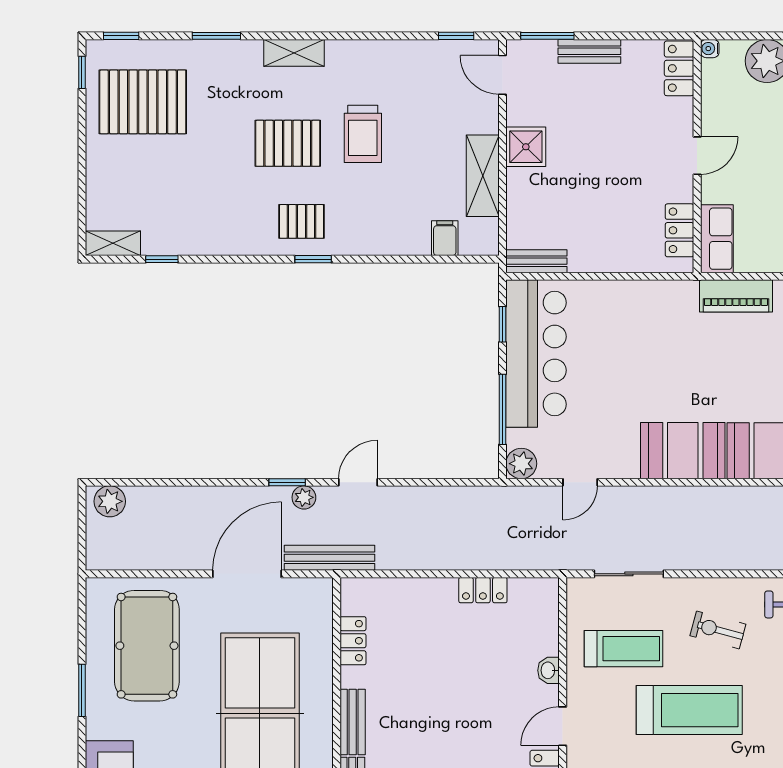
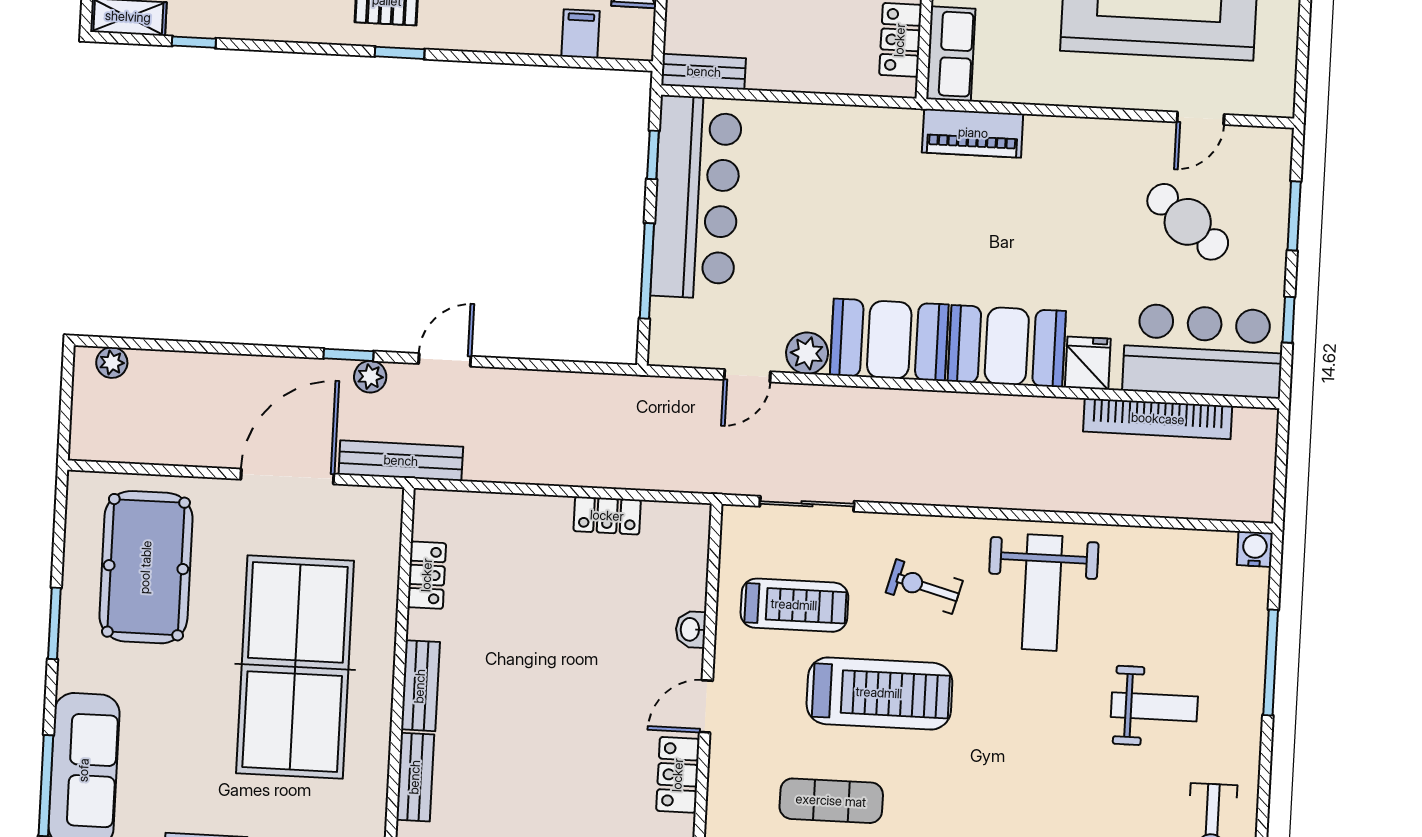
plant: (521, 464) -> (807, 353), moved
plant: (110, 501) -> (112, 363), width x0.73, depth x0.73

